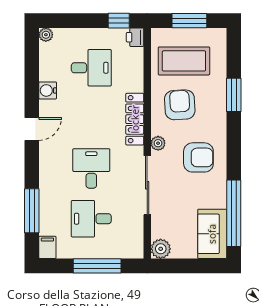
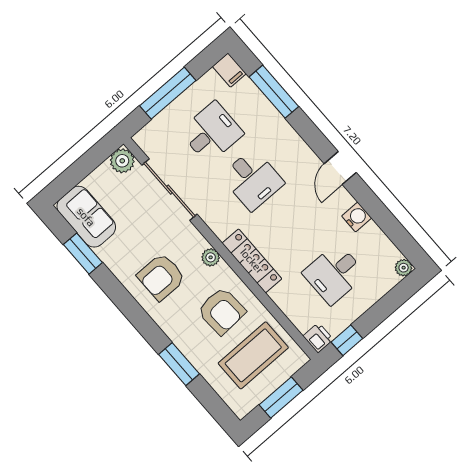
sliding door: (147, 185) -> (169, 190), moved
window: (234, 213) -> (83, 254), width x0.47

